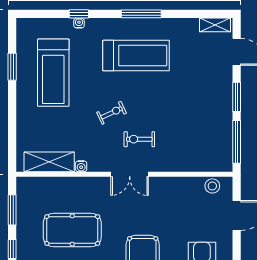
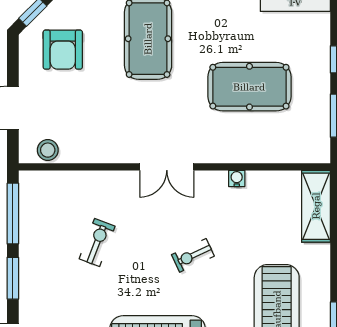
exercise bike: (139, 139) -> (97, 243), moved, turned -69
shelving: (49, 162) -> (316, 206), moved, turned 90
double door: (130, 174) -> (167, 167), swing flipped

